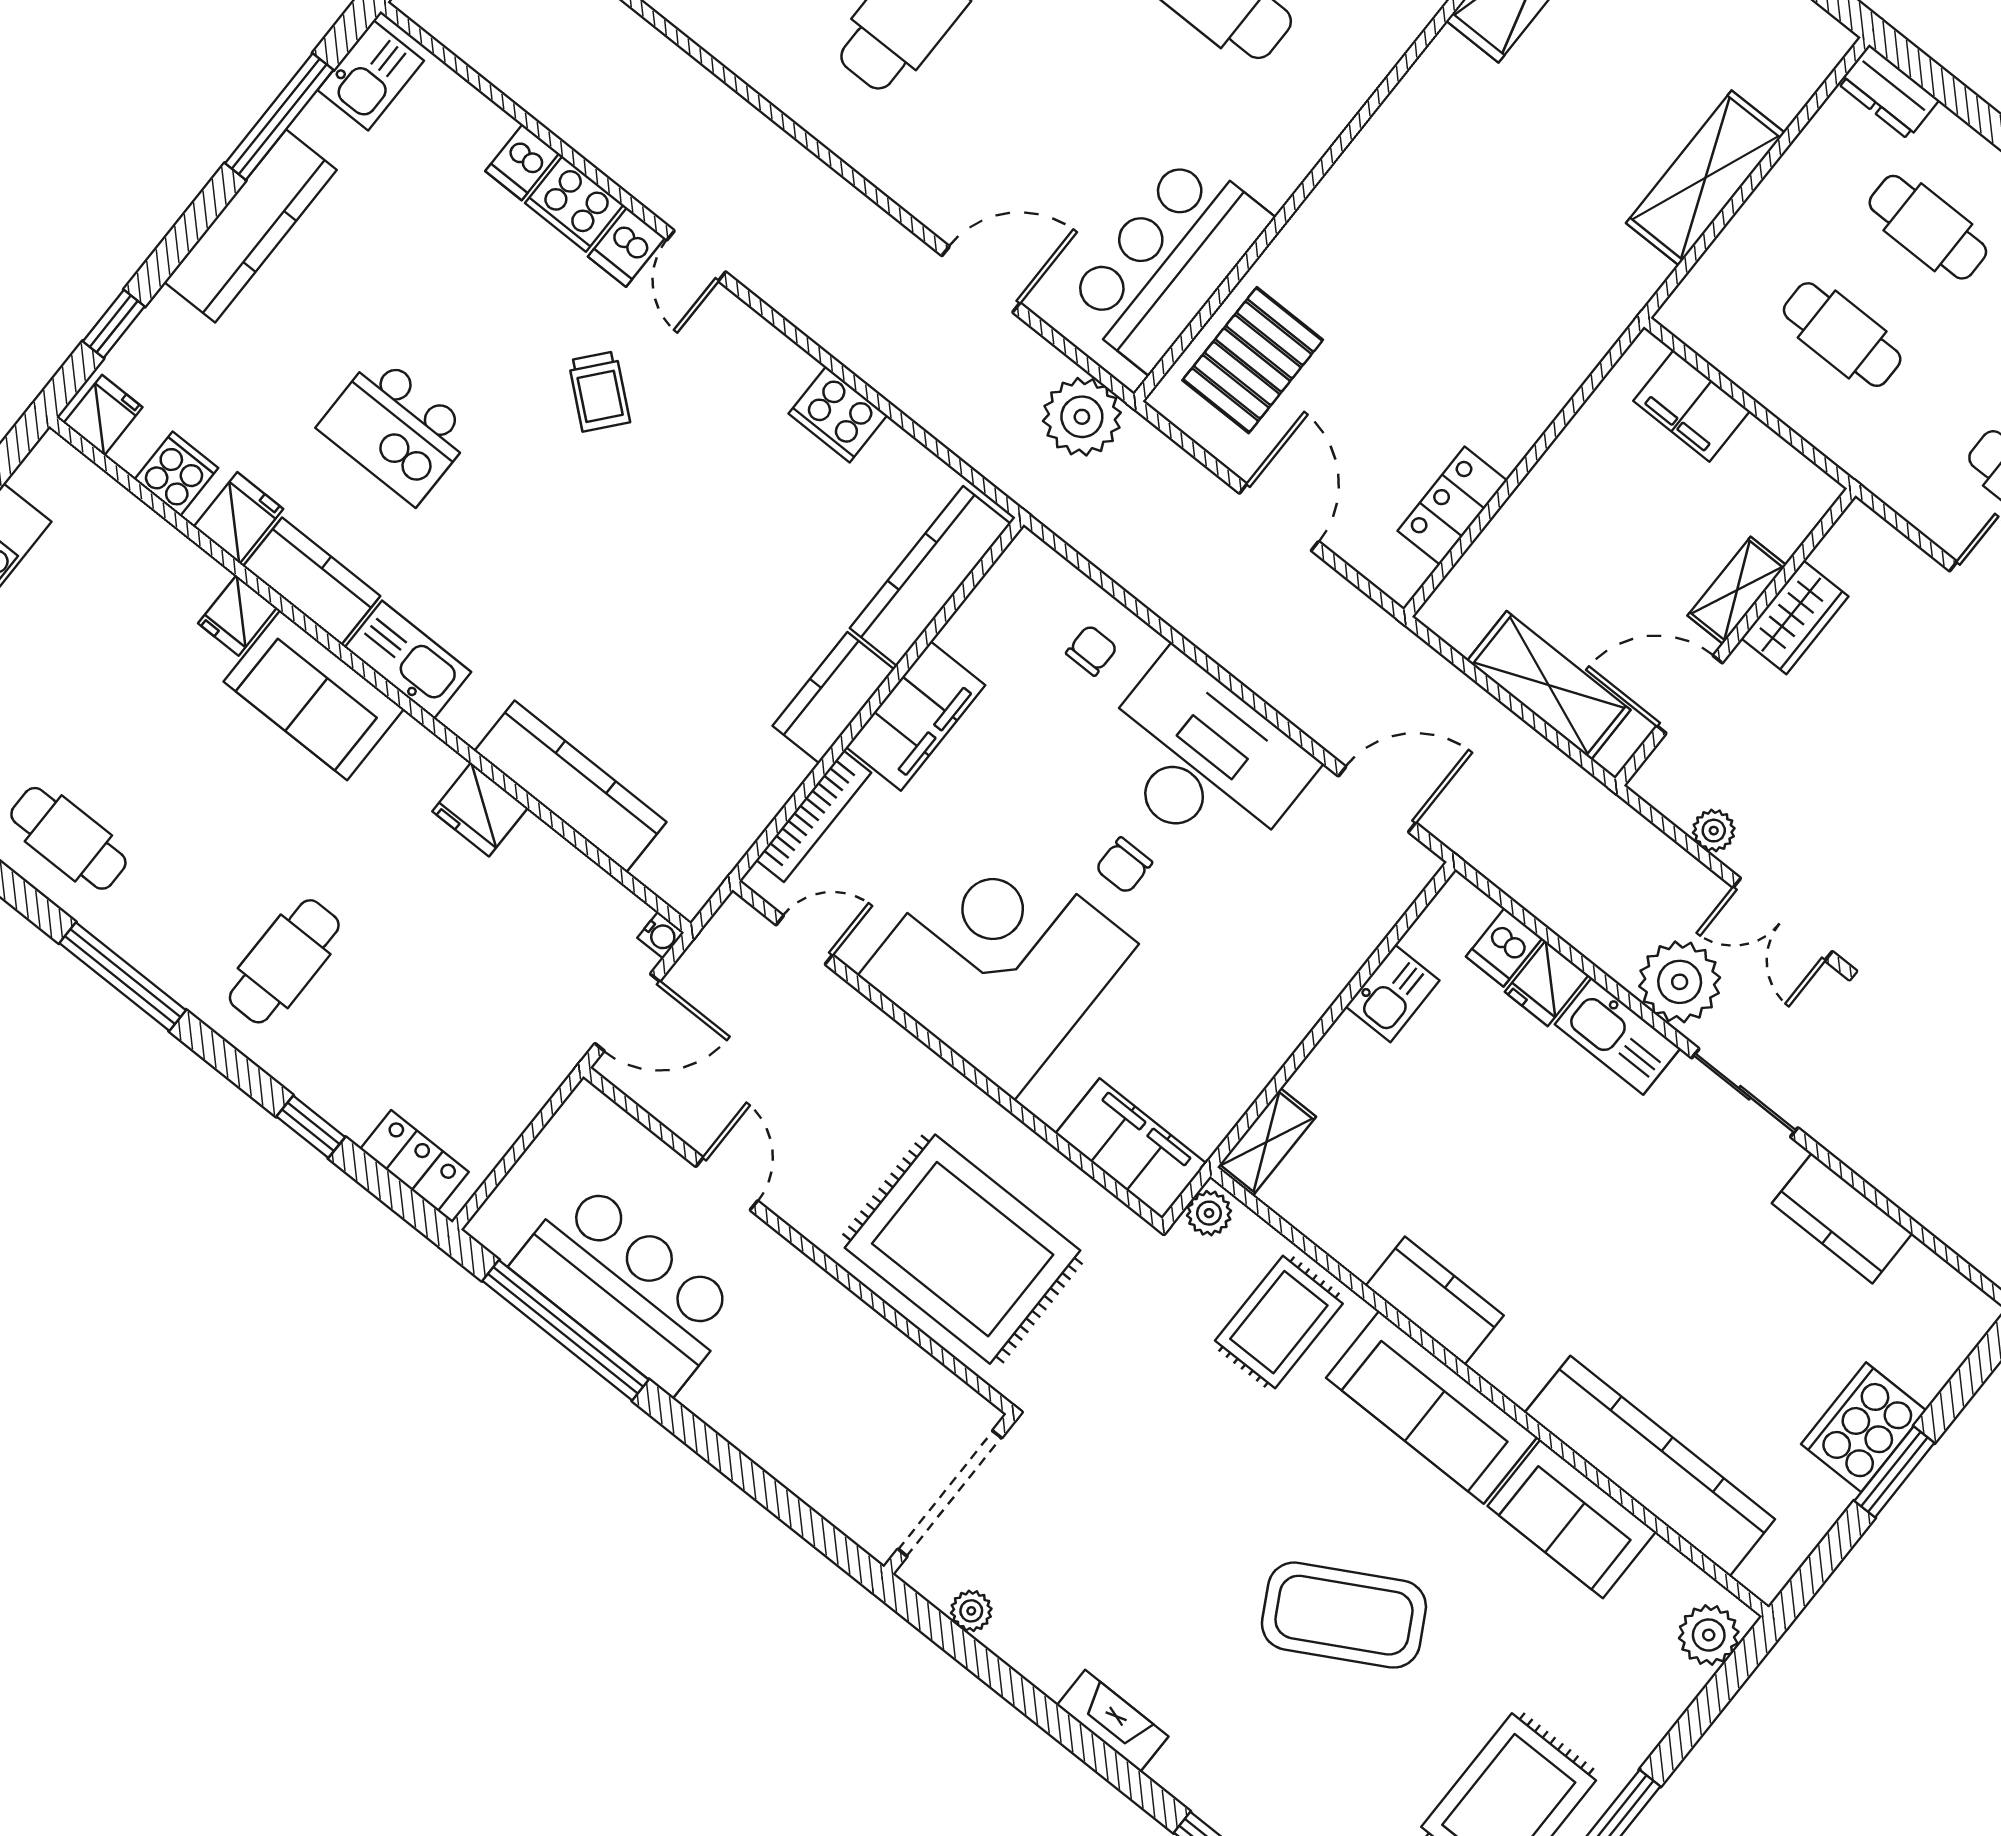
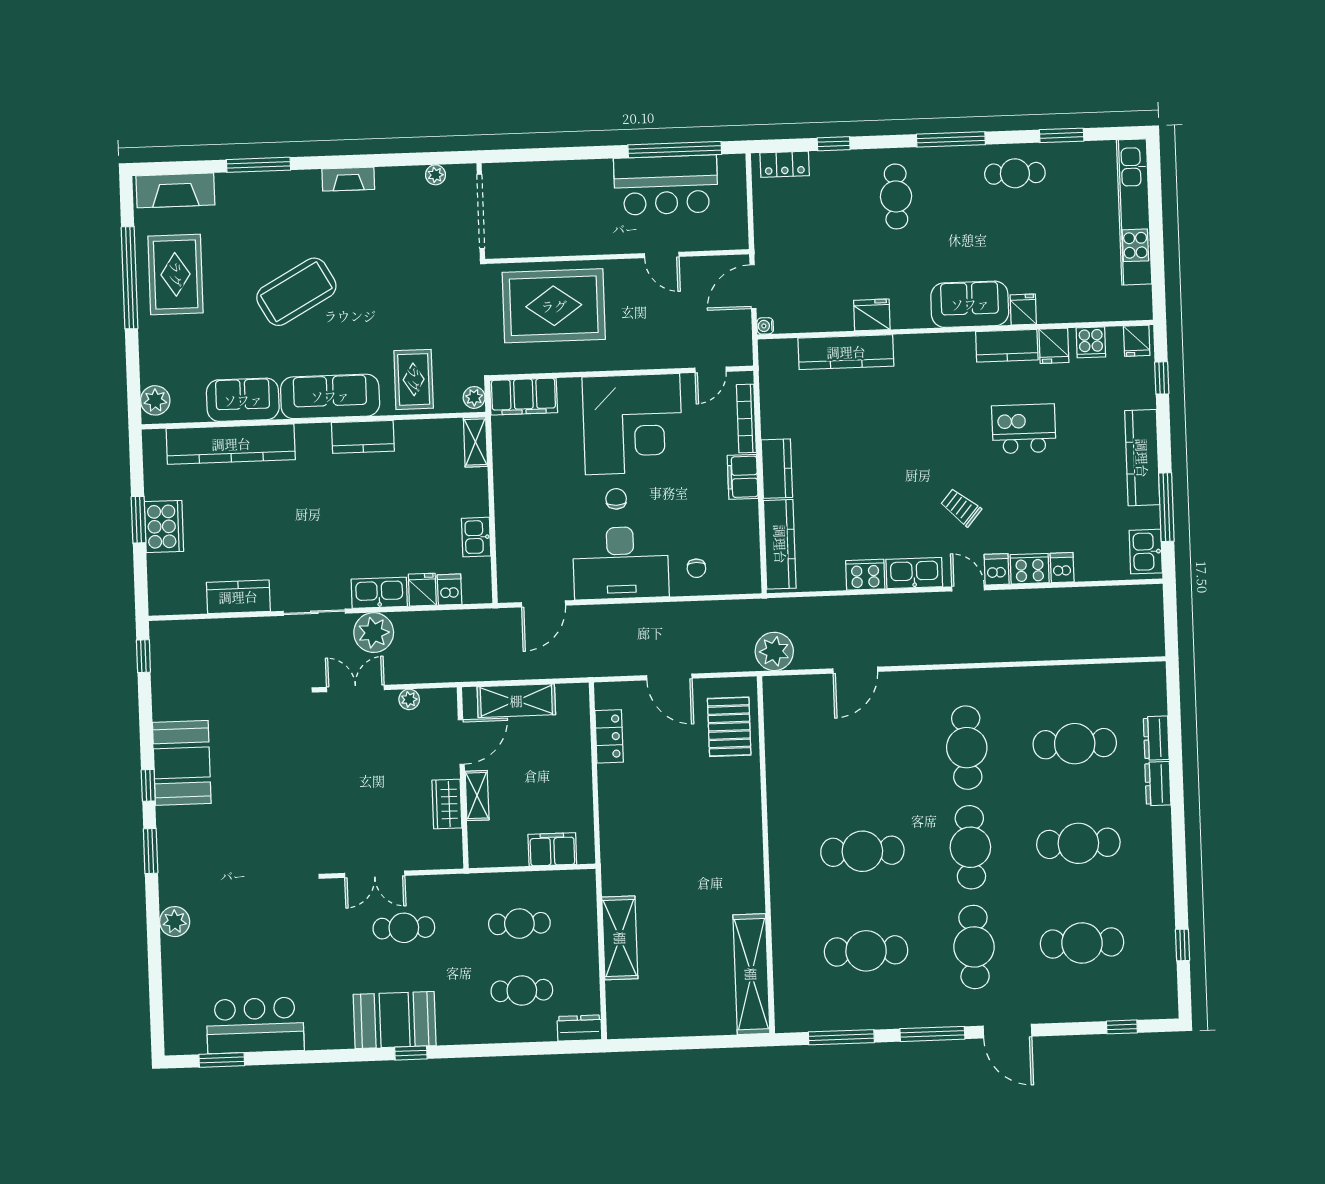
bar counter: (1168, 261) -> (792, 736), removed
kitchen sink: (408, 660) -> (914, 573), moved, turned 180
filing cabinet: (916, 716) -> (743, 477), width x0.67, depth x0.86

